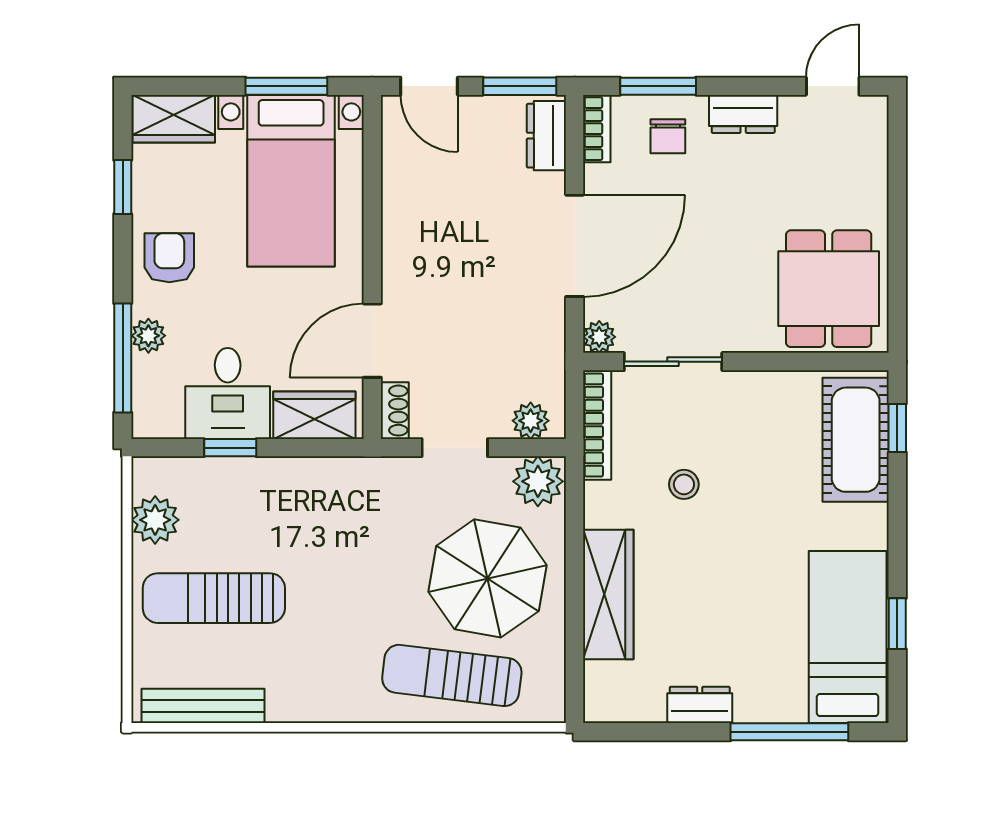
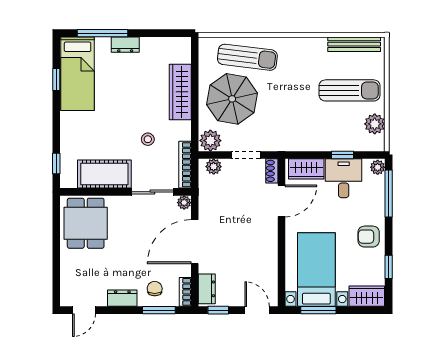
window: (520, 86) -> (218, 310), width x0.67
armchair: (169, 258) -> (369, 237), turned 90
plant: (148, 336) -> (378, 167), moved
cot: (856, 440) -> (104, 174), moved, turned 90
dresser: (700, 705) -> (125, 45), moved

